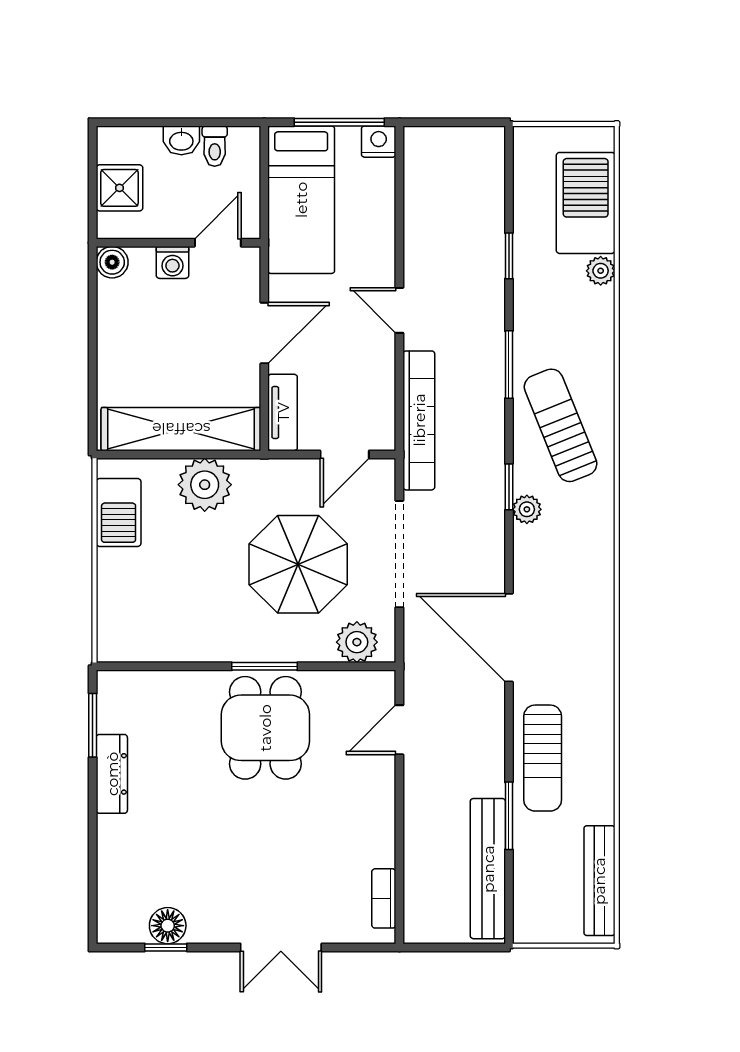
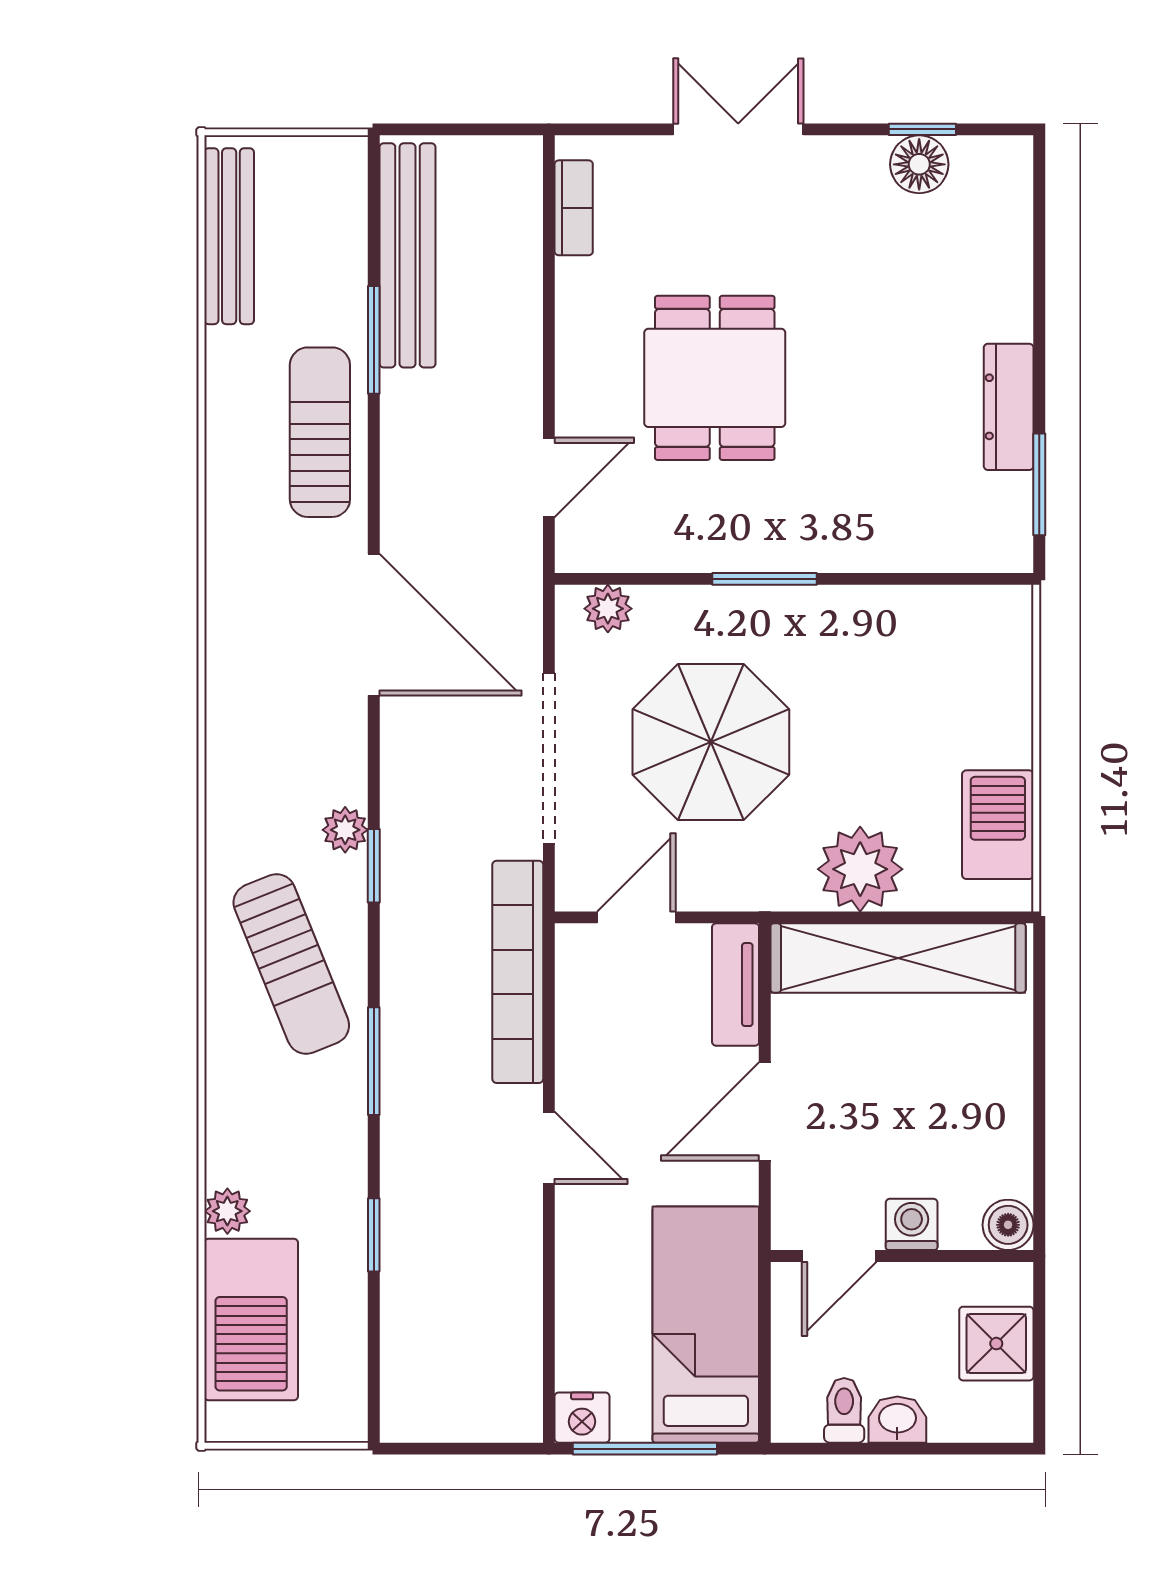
plant: (357, 642) -> (608, 609), width x0.73, depth x0.73
dining table: (265, 728) -> (715, 378), moved

